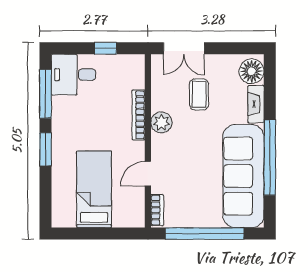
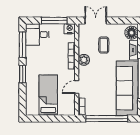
window: (105, 48) -> (54, 21), width x2.17
double door: (184, 48) -> (96, 21), swing flipped
nightstand: (135, 64) -> (70, 29), added

